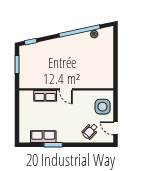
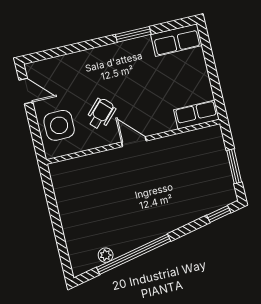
row of seats: (45, 96) -> (196, 115), moved
wheelchair: (90, 131) -> (101, 114), moved
row of seats: (43, 137) -> (176, 40), moved

